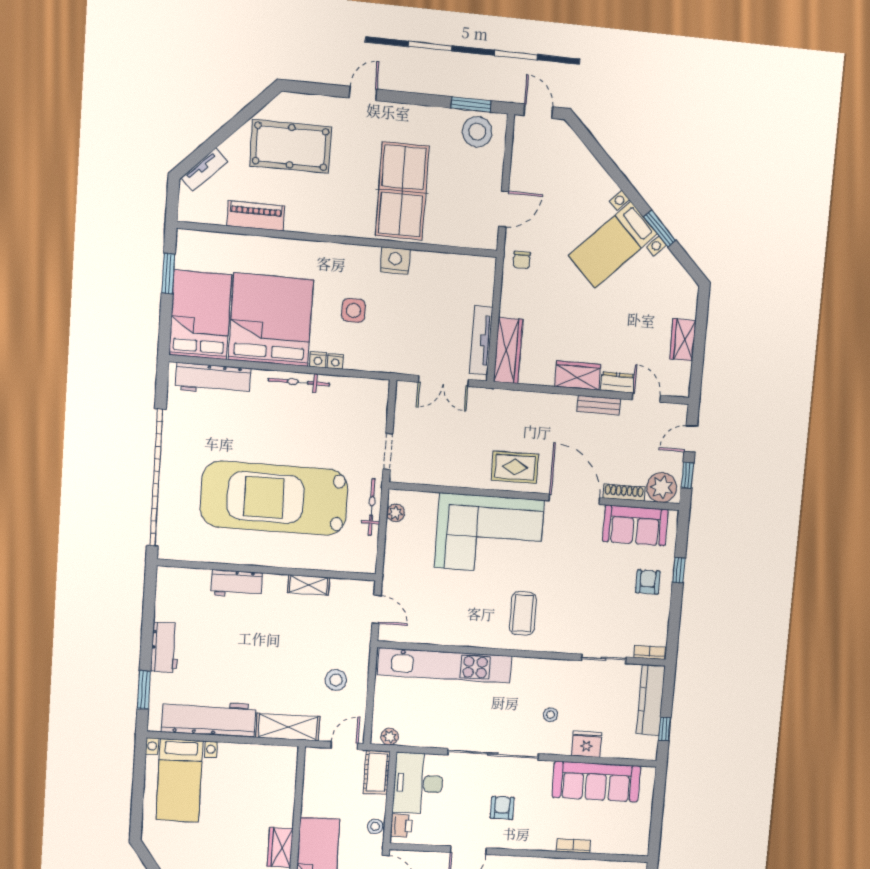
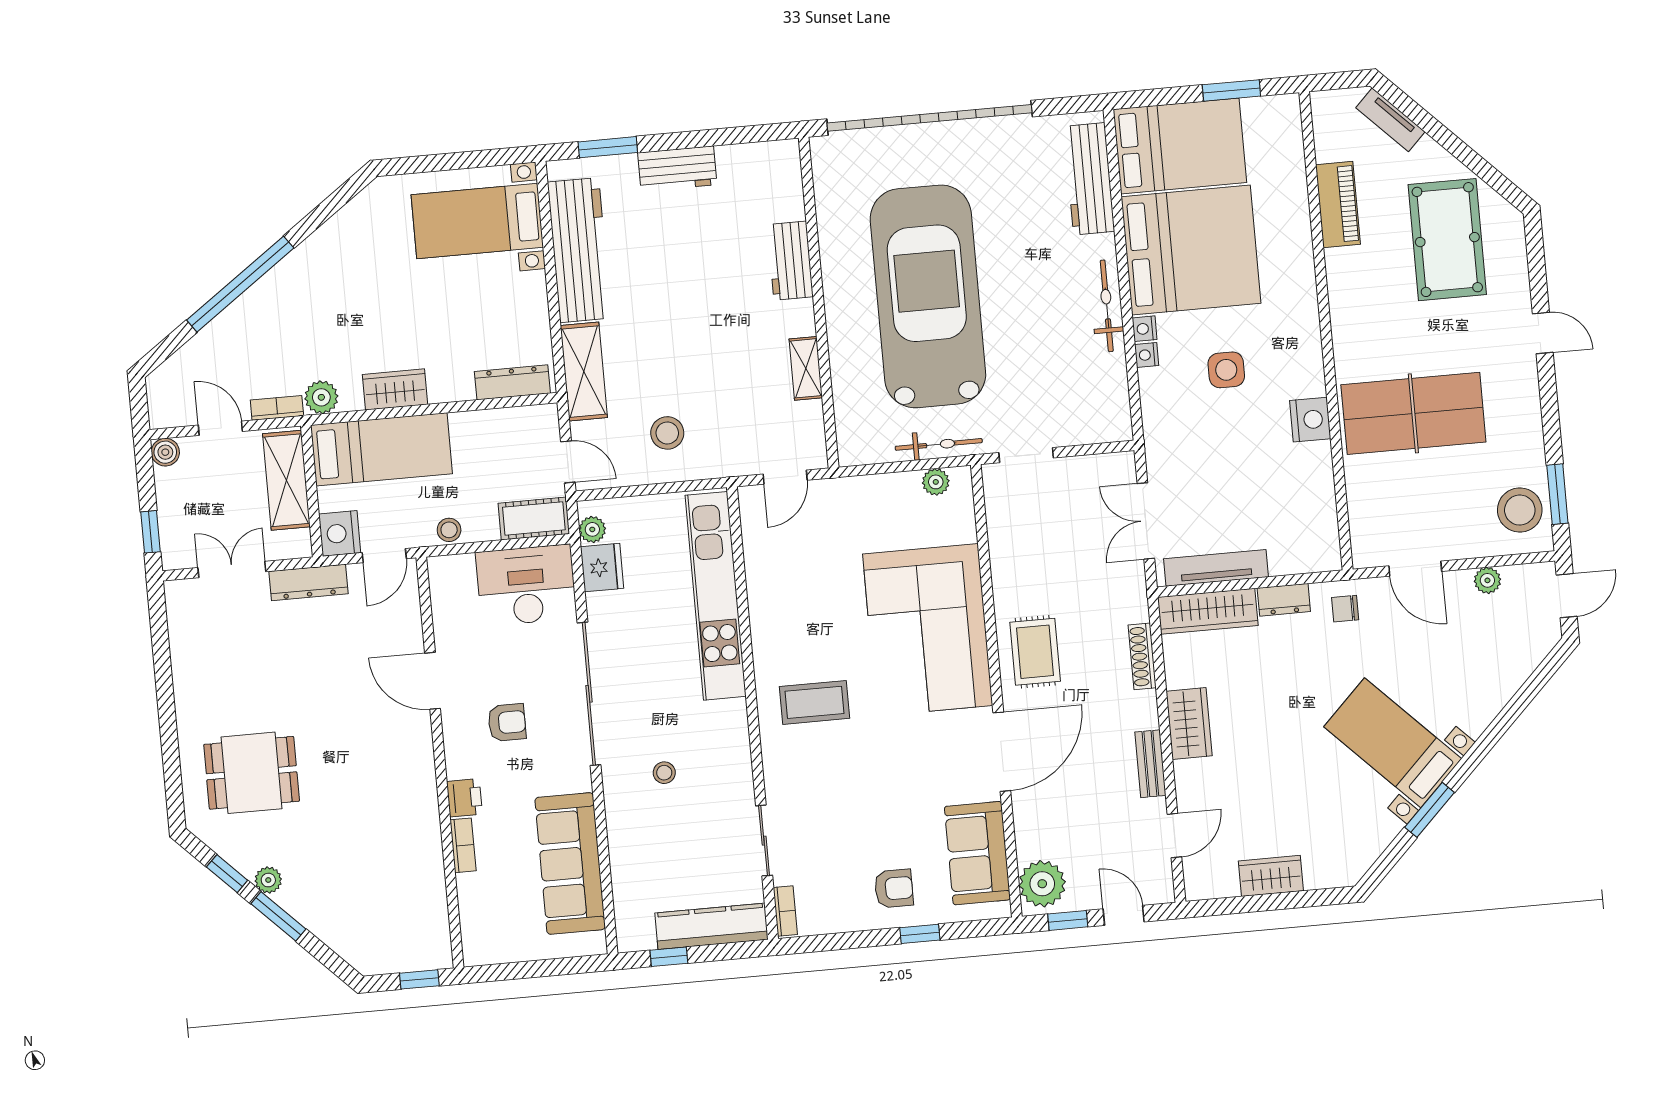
plant: (519, 162) -> (1487, 580), added
dresser: (617, 383) -> (1284, 600), moved, turned 90
shoe rack: (624, 493) -> (1142, 656), moved, turned 180
fridge: (587, 744) -> (602, 568), moved
dresser: (287, 773) -> (512, 382), added
printer: (401, 826) -> (464, 798), moved, turned -90

